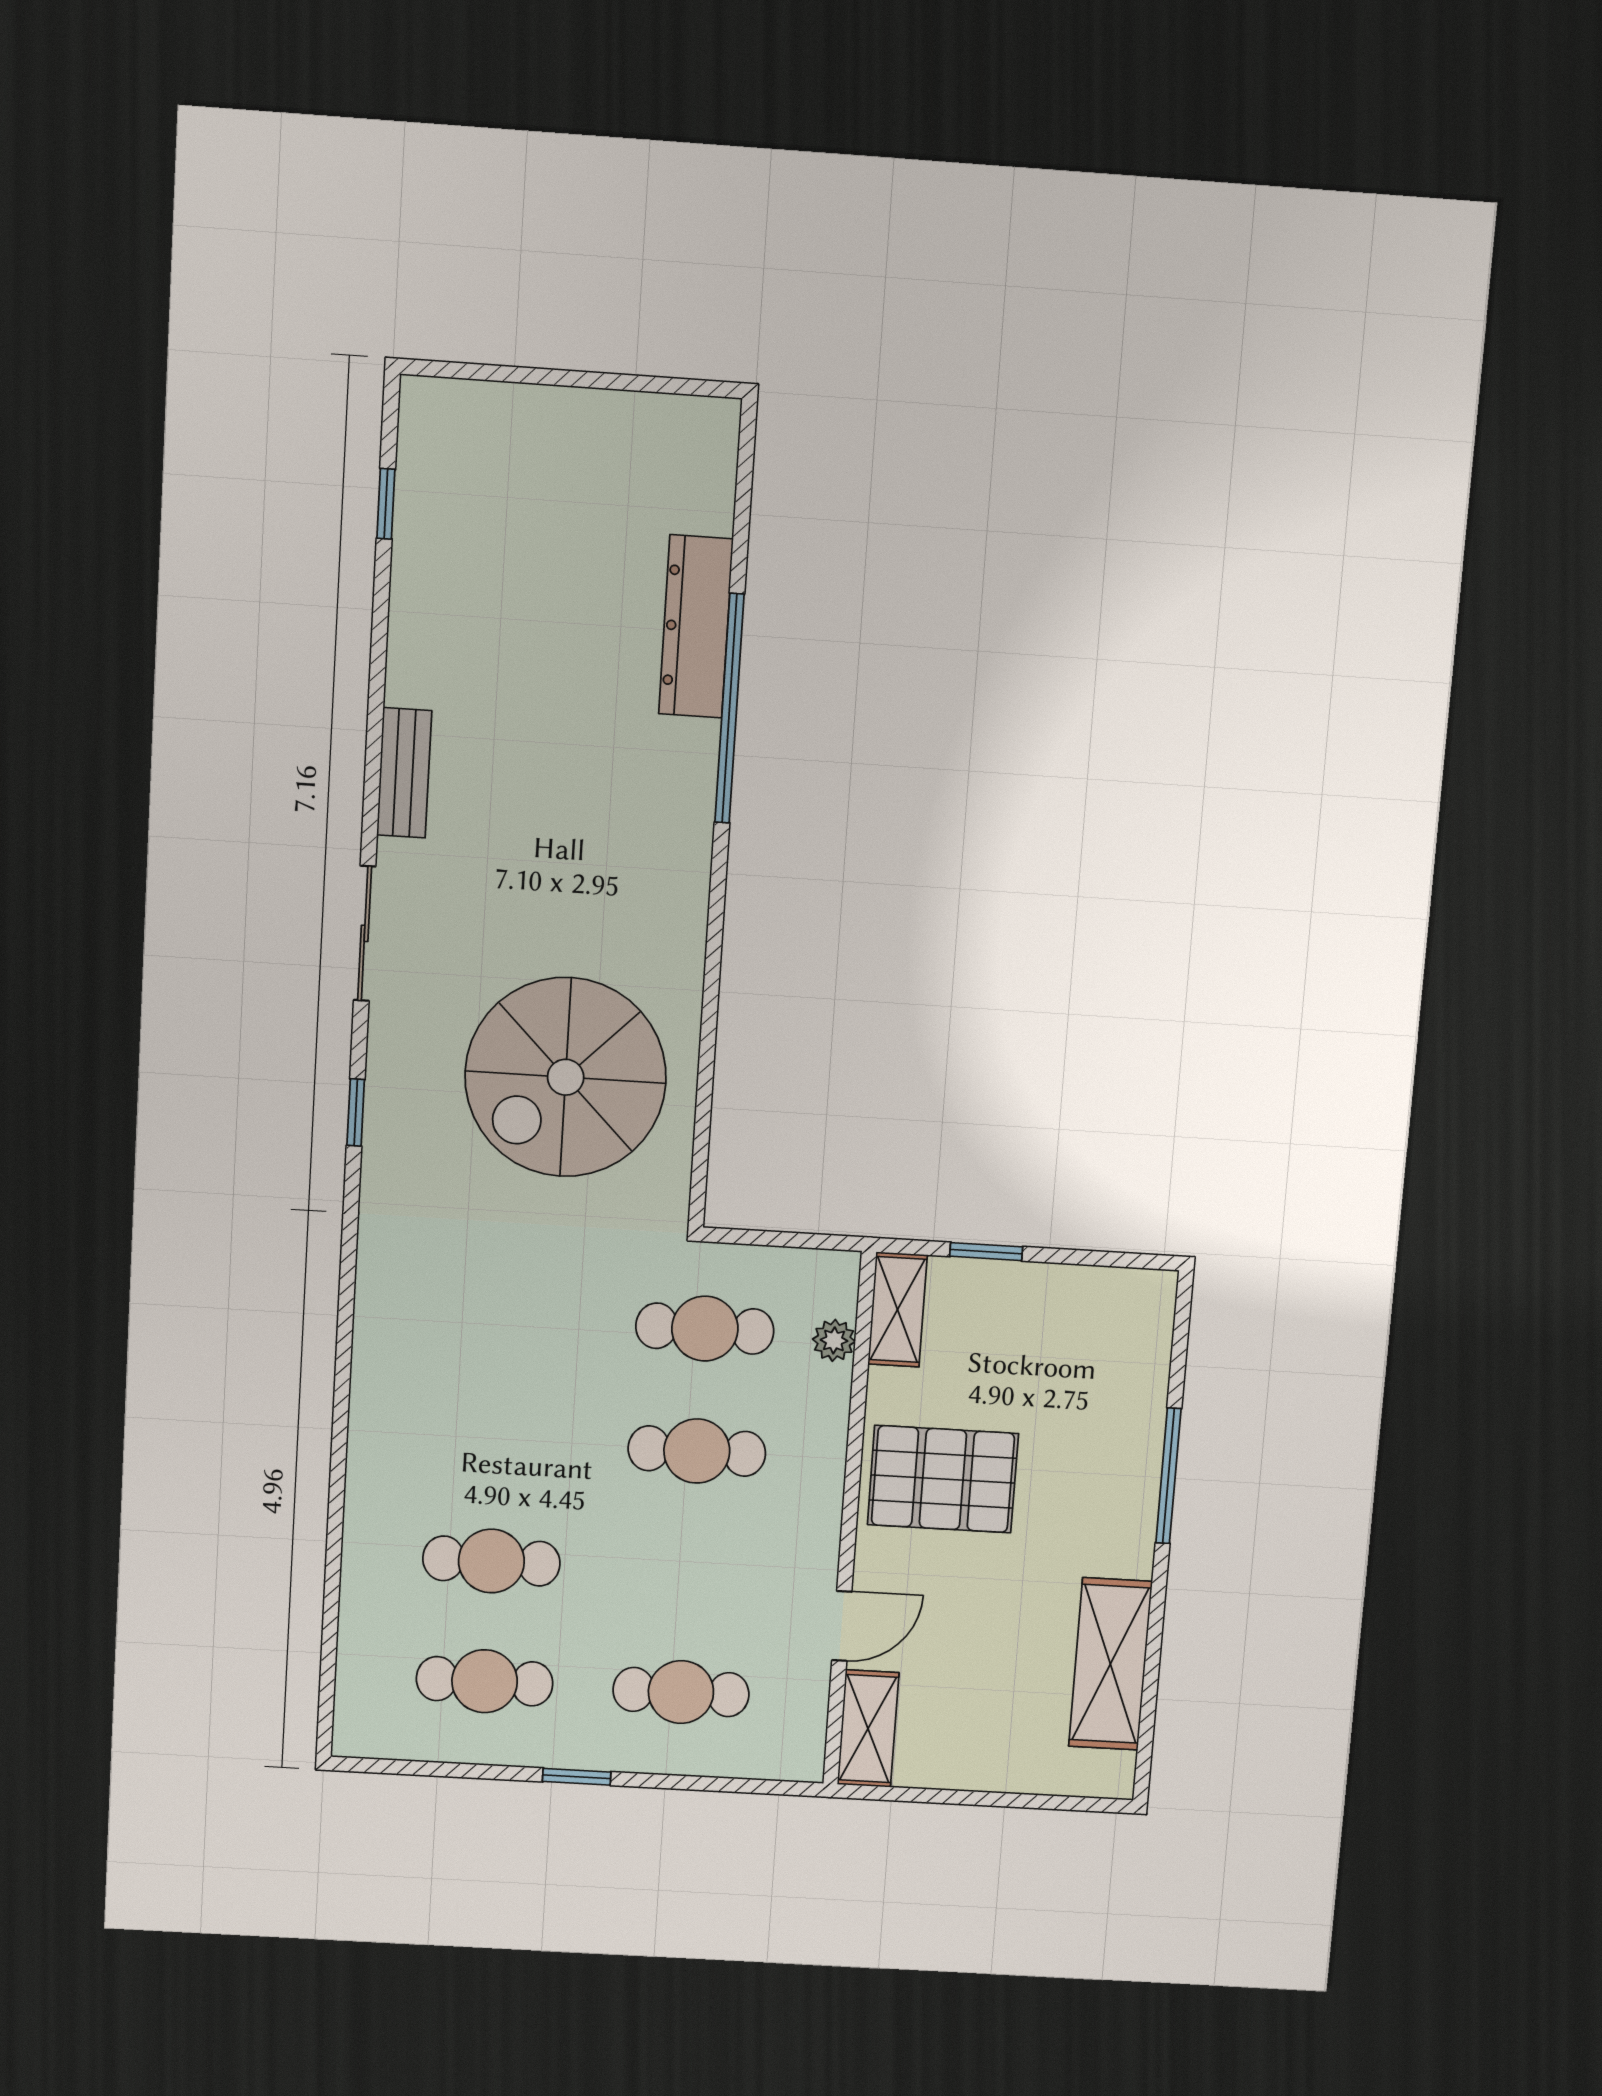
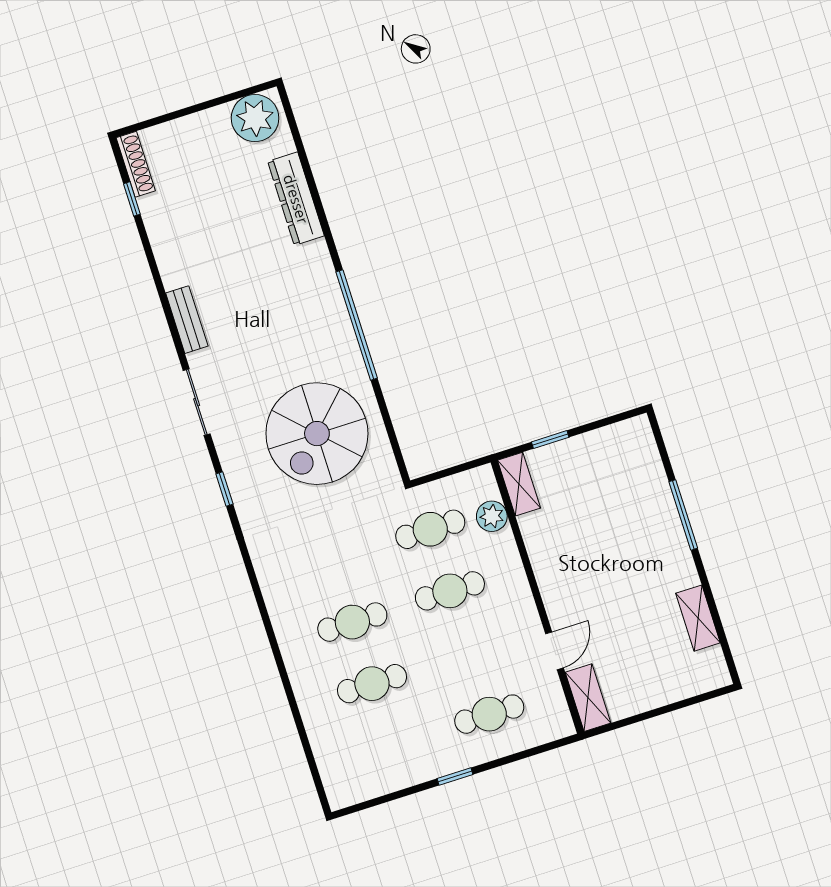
shoe rack: (418, 440) -> (136, 164), added
plant: (678, 443) -> (255, 118), added
window: (729, 709) -> (357, 325), moved
plant: (834, 1340) -> (492, 516), width x1.38, depth x1.38
pallet: (943, 1479) -> (574, 559), removed
shelving: (1110, 1664) -> (698, 618), width x0.67, depth x0.75
cafe table: (485, 1681) -> (352, 622), moved

